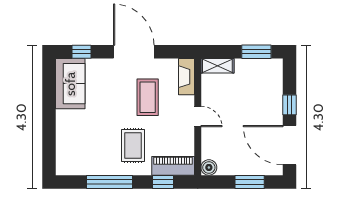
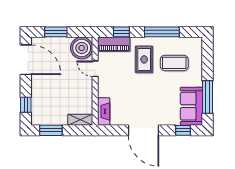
window: (49, 96) -> (208, 97), added
coffee table: (148, 97) -> (174, 63), moved, turned 90
window: (290, 105) -> (26, 105), moved
door: (198, 116) -> (95, 69), moved
boiler: (209, 167) -> (82, 48), width x1.86, depth x1.86

